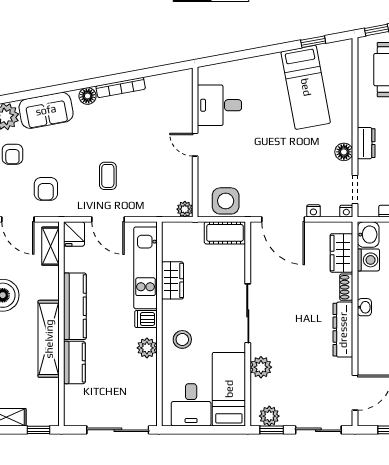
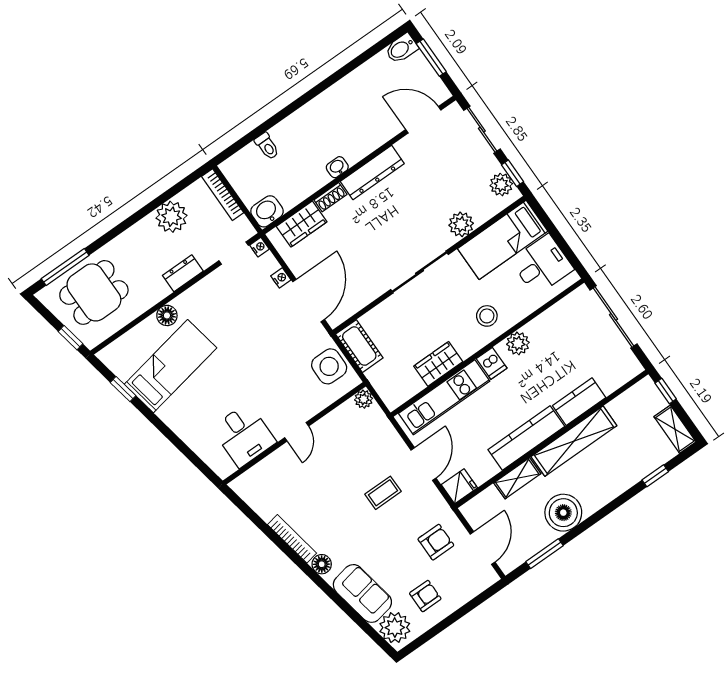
floor lamp: (344, 152) -> (167, 315), moved
shelving: (51, 246) -> (517, 478), moved
washing machine: (368, 260) -> (291, 194), removed

